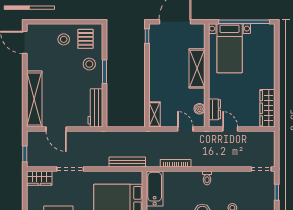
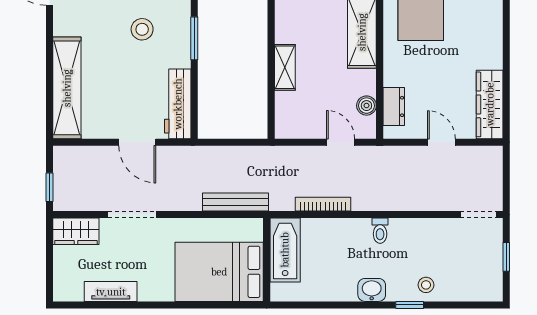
stool: (89, 64) -> (142, 29), moved
shelving: (155, 114) -> (285, 67), moved
door: (56, 129) -> (137, 142), moved
door: (230, 129) -> (441, 142), moved

